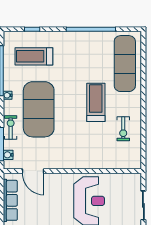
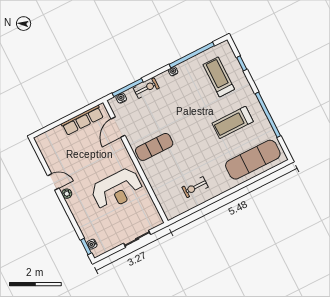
treadmill: (96, 102) -> (233, 122), moved, turned 180
exercise mat: (39, 109) -> (154, 147), moved, width x0.50, depth x0.69

